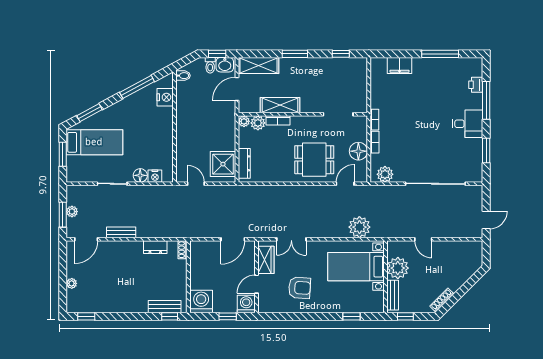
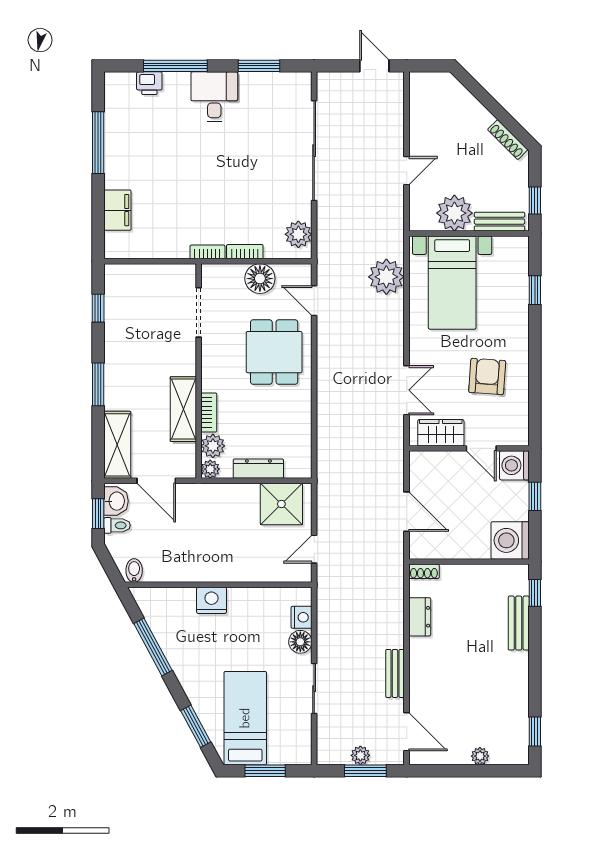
nightstand: (165, 97) -> (211, 600), moved
dresser: (244, 163) -> (258, 469), moved
door: (233, 239) -> (407, 512), moved
bench: (165, 307) -> (519, 623), moved

